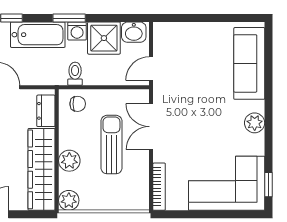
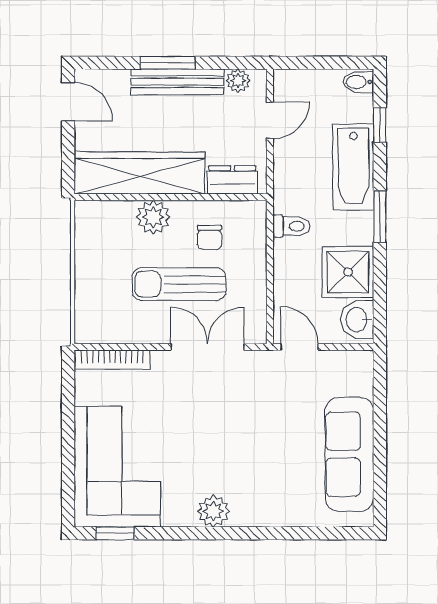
washing machine: (77, 31) -> (359, 229), removed
sofa: (249, 63) -> (349, 454), moved, turned -90
chair: (78, 104) -> (210, 237), moved
sun lounger: (111, 145) -> (179, 284), turned 180
plant: (69, 200) -> (90, 216), removed

